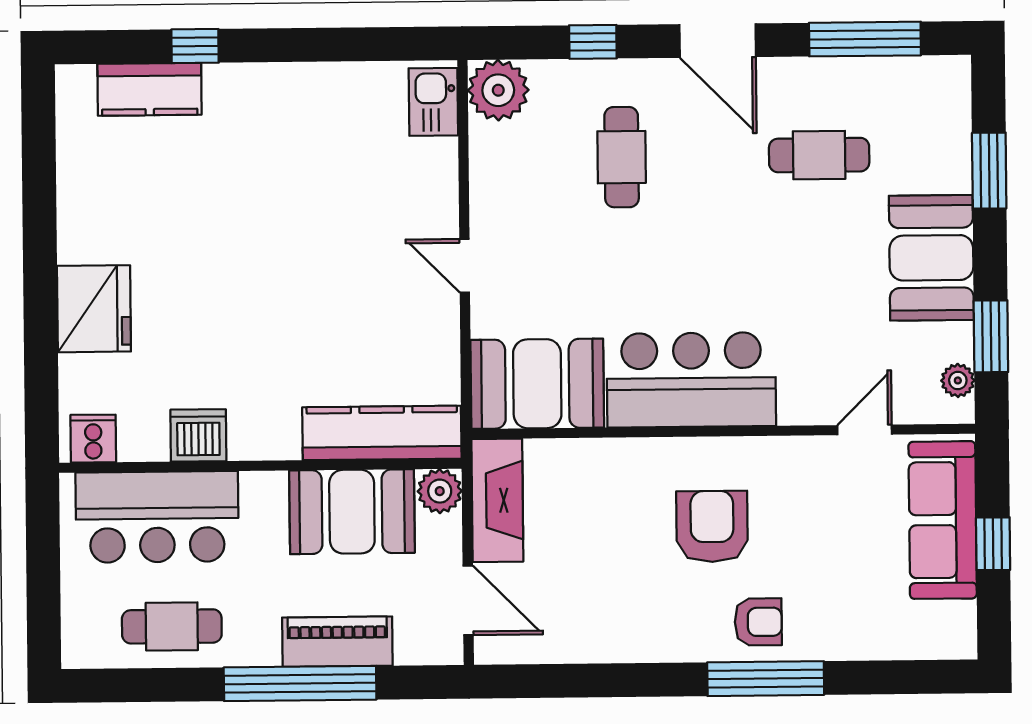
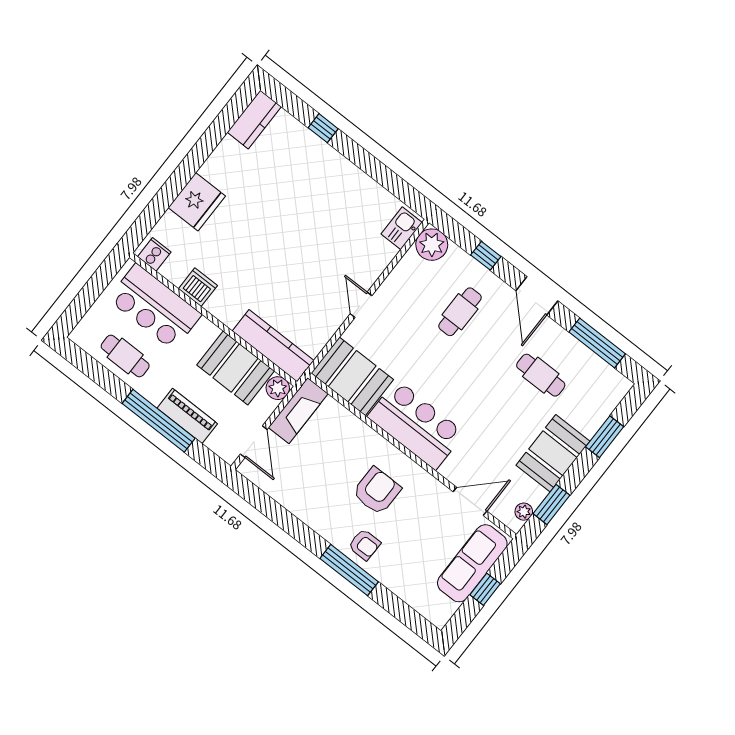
kitchen counter: (149, 89) -> (254, 120), moved, turned -90
door: (865, 430) -> (470, 501), width x1.38

